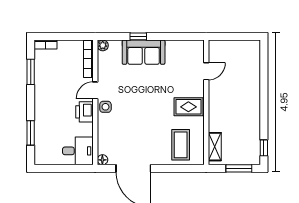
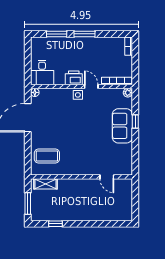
window: (31, 72) -> (84, 34), moved
rug: (188, 107) -> (78, 162), removed
window: (264, 148) -> (55, 224), moved

